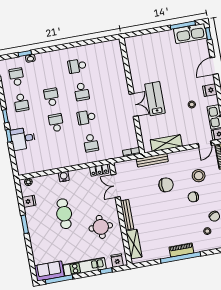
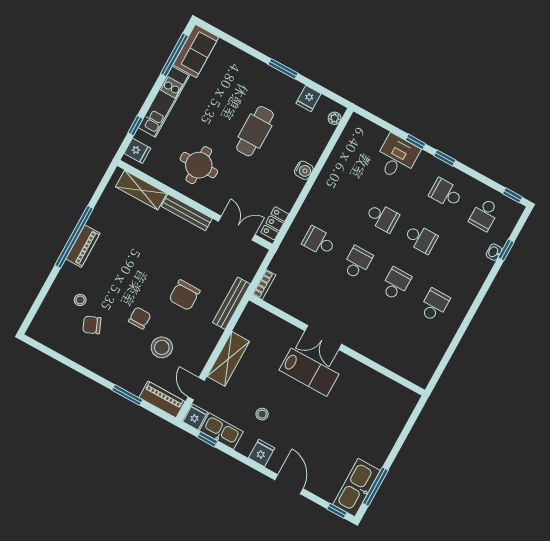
school desk: (17, 77) -> (484, 214), turned 90
school desk: (82, 92) -> (396, 284), turned 90
shelving: (166, 143) -> (228, 359), moved
cafe table: (64, 214) -> (255, 131), turned 90

